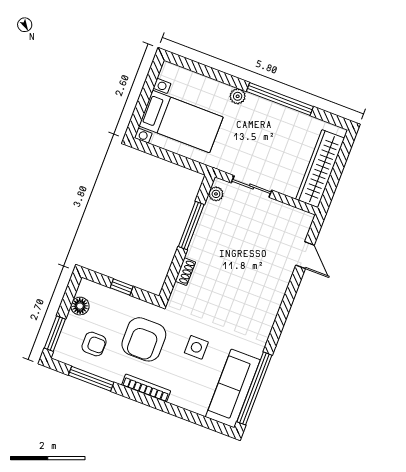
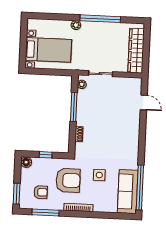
floor lamp: (80, 306) -> (26, 162), moved
armchair: (144, 339) -> (68, 180), turned -90

